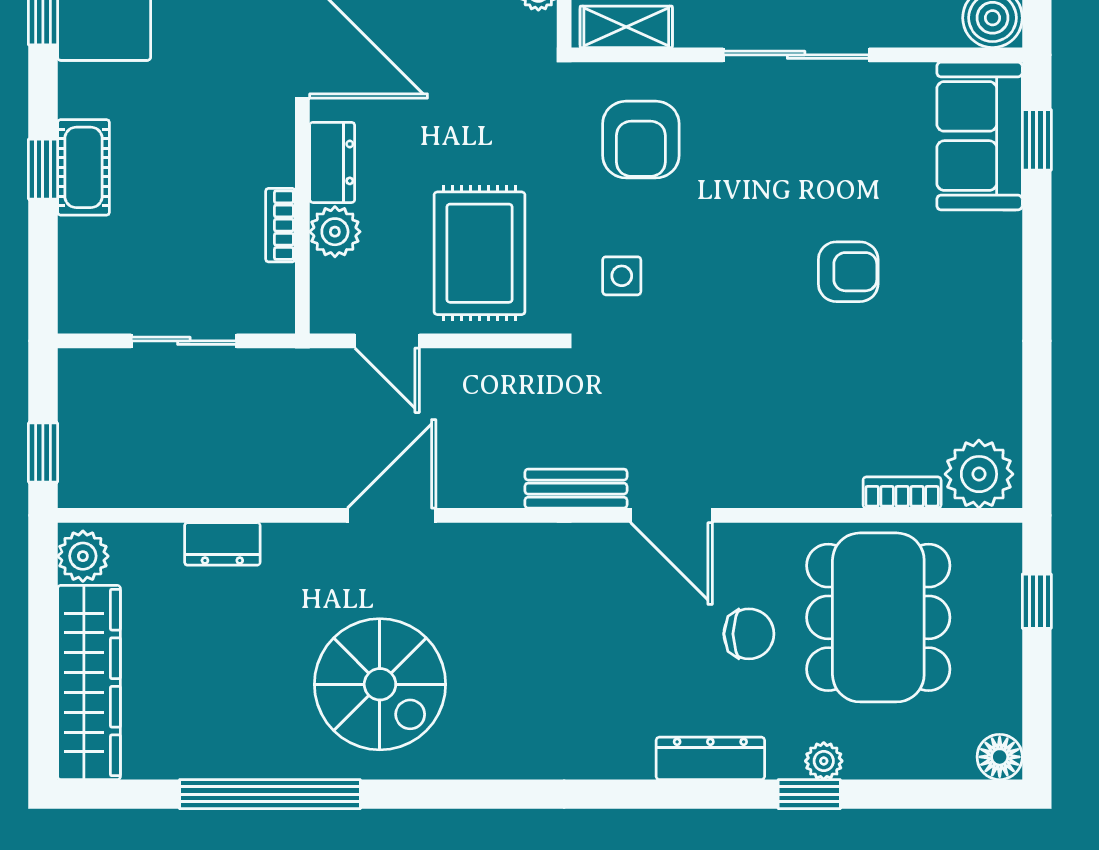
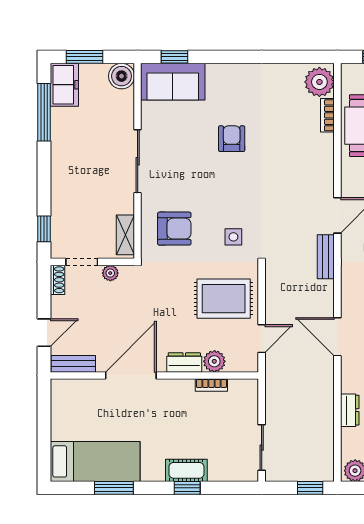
sliding door: (184, 341) -> (262, 448), moved

